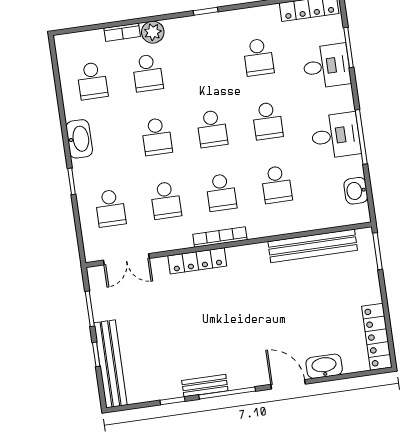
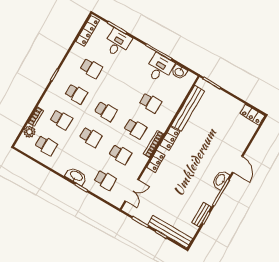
plant: (153, 32) -> (29, 132), moved
school desk: (267, 121) -> (76, 94), moved
desk: (336, 136) -> (159, 68), moved
washbasin: (79, 139) -> (76, 176), moved
locker: (247, 255) -> (170, 138), added
locker: (197, 261) -> (156, 161), width x0.66
locker: (377, 337) -> (252, 115), width x0.66
washbasin: (324, 366) -> (221, 180), moved
door: (288, 384) -> (238, 164), swing flipped
bench: (205, 386) -> (201, 215), moved

